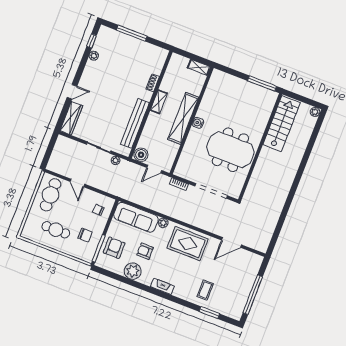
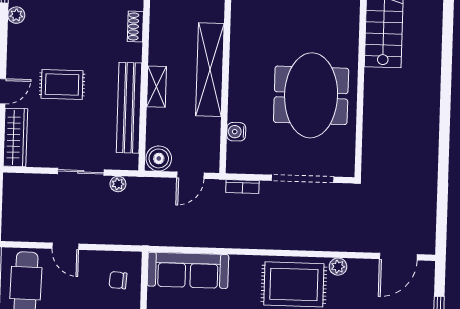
rug: (105, 99) -> (62, 84), added
shelving: (159, 102) -> (156, 87), moved
water cooler: (198, 123) -> (236, 132), moved
meeting table: (230, 150) -> (311, 95), turned 90
plant: (163, 223) -> (338, 267), moved
door: (232, 242) -> (398, 257), moved

